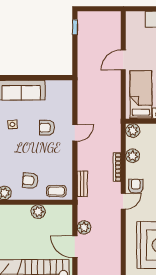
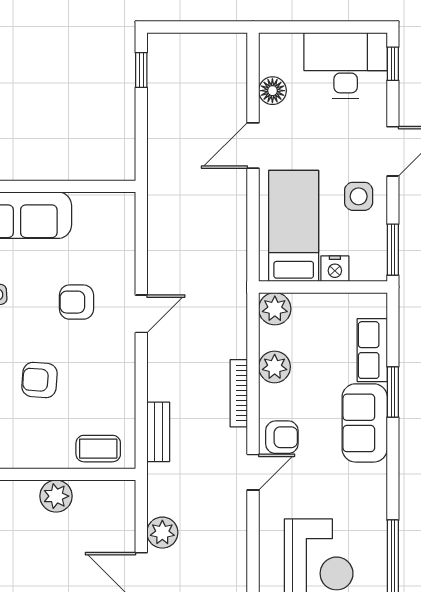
floor lamp: (132, 36) -> (272, 91), added
armchair: (30, 181) -> (40, 380), moved
armchair: (136, 186) -> (282, 437), turned 90

